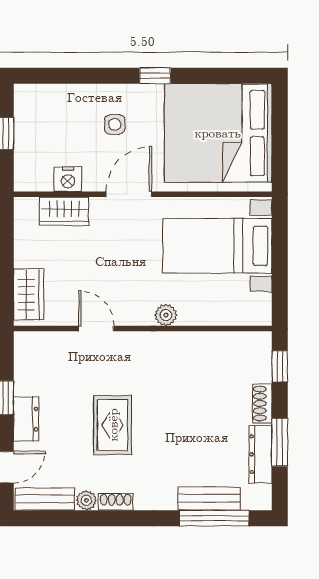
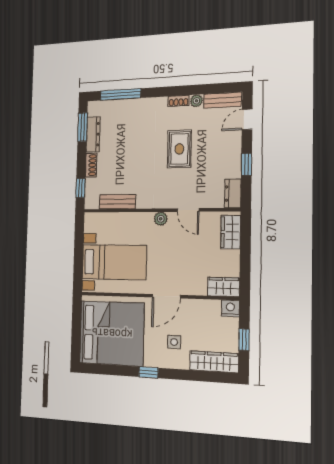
wardrobe: (51, 98) -> (214, 362), added
nightstand: (68, 179) -> (230, 308), moved
wardrobe: (64, 211) -> (223, 287), moved
plant: (166, 315) -> (161, 219), moved
dresser: (26, 419) -> (233, 193), moved
window: (280, 442) -> (82, 127), moved
bench: (209, 498) -> (117, 202), moved

